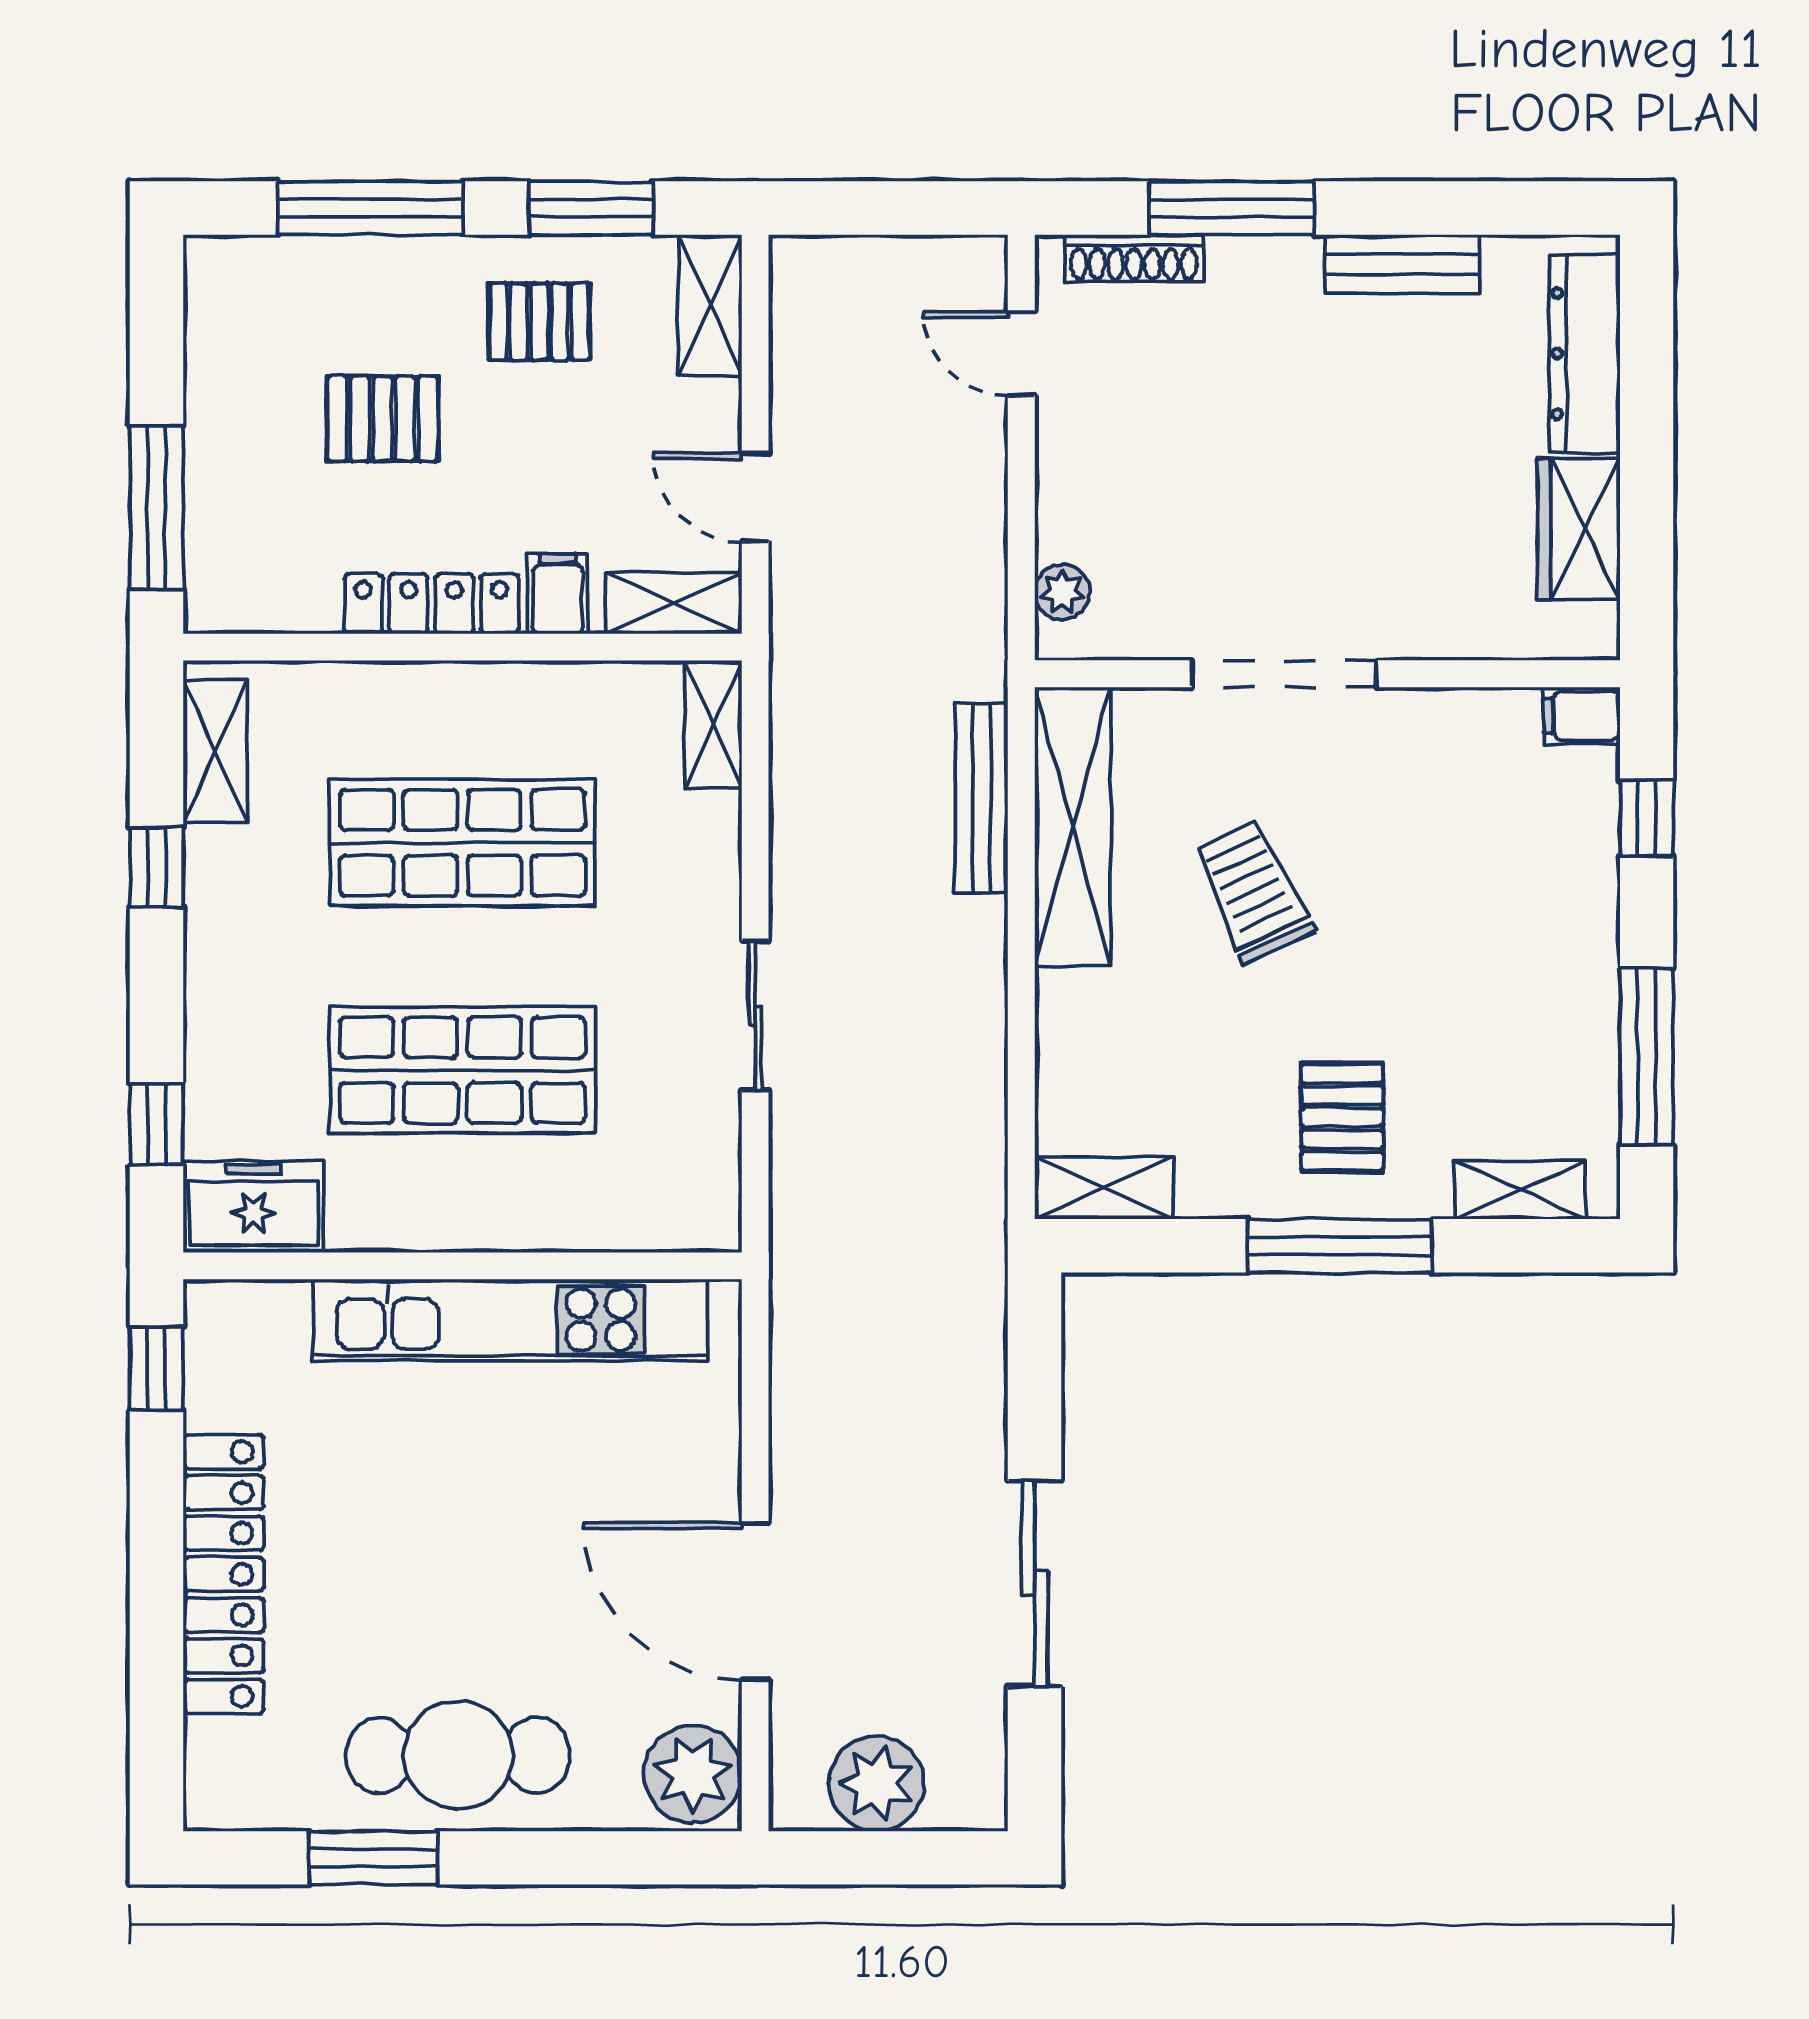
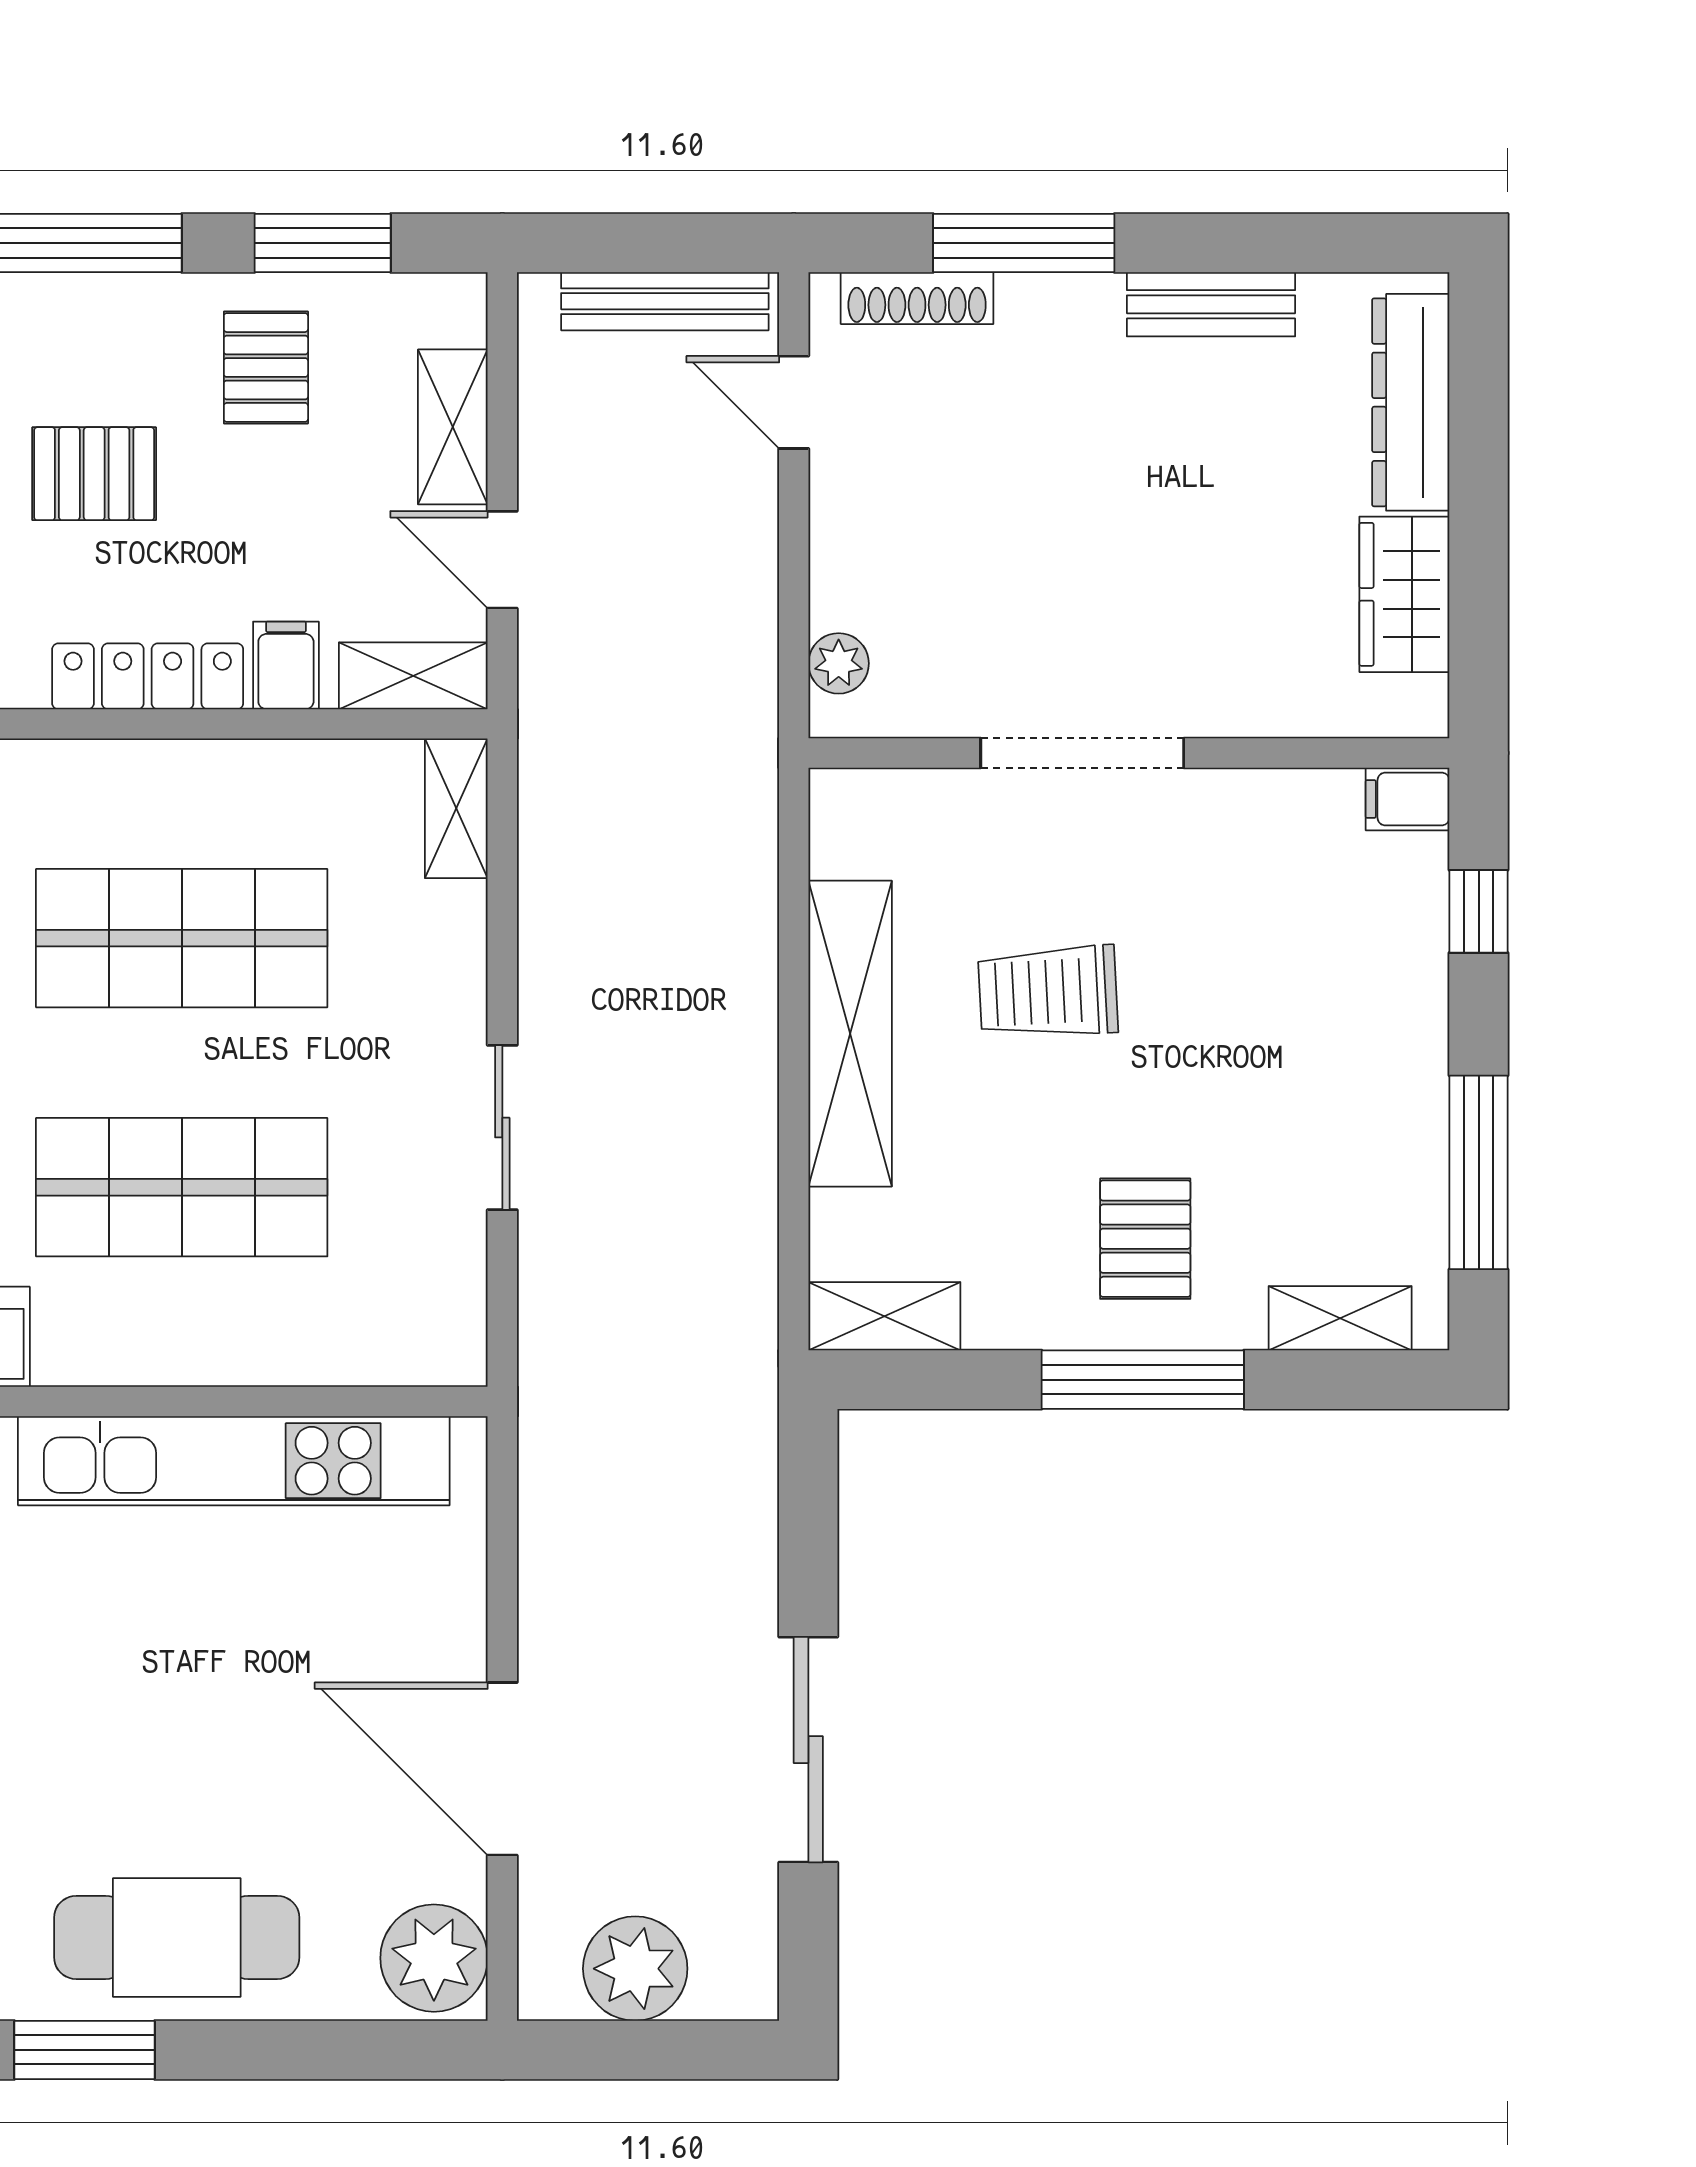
shelving: (710, 305) -> (453, 427), moved
pallet: (539, 322) -> (266, 367), turned 90
bench: (981, 798) -> (665, 301), moved, turned 90
shelving: (1073, 827) -> (850, 1034), moved
trolley: (1253, 892) -> (1048, 992), turned -68

